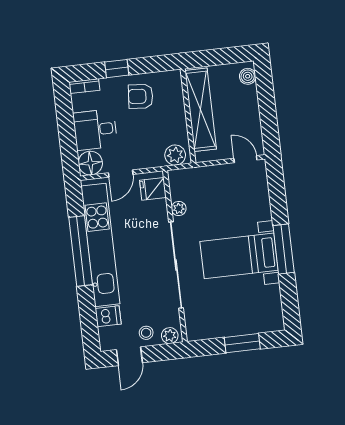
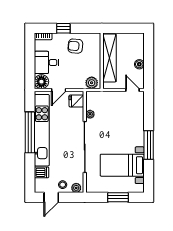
boiler: (248, 76) -> (139, 64), moved
bed with nightstands: (239, 256) -> (122, 165), moved

